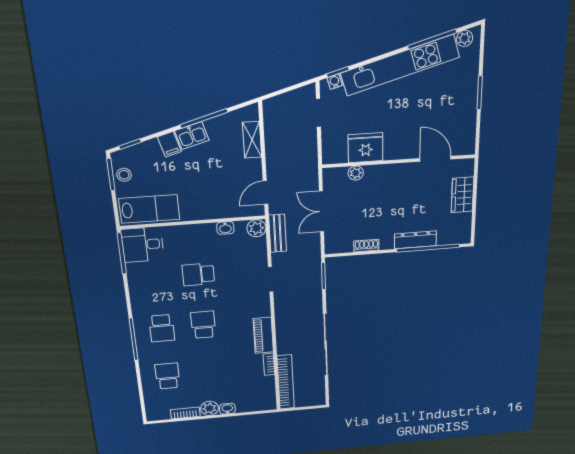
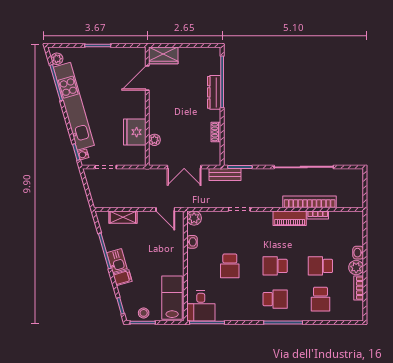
wardrobe: (463, 195) -> (163, 55), moved
bench: (278, 233) -> (225, 174), moved
school desk: (208, 372) -> (320, 266), added
school desk: (168, 376) -> (320, 299), turned -90
bookcase: (286, 382) -> (310, 202), moved

